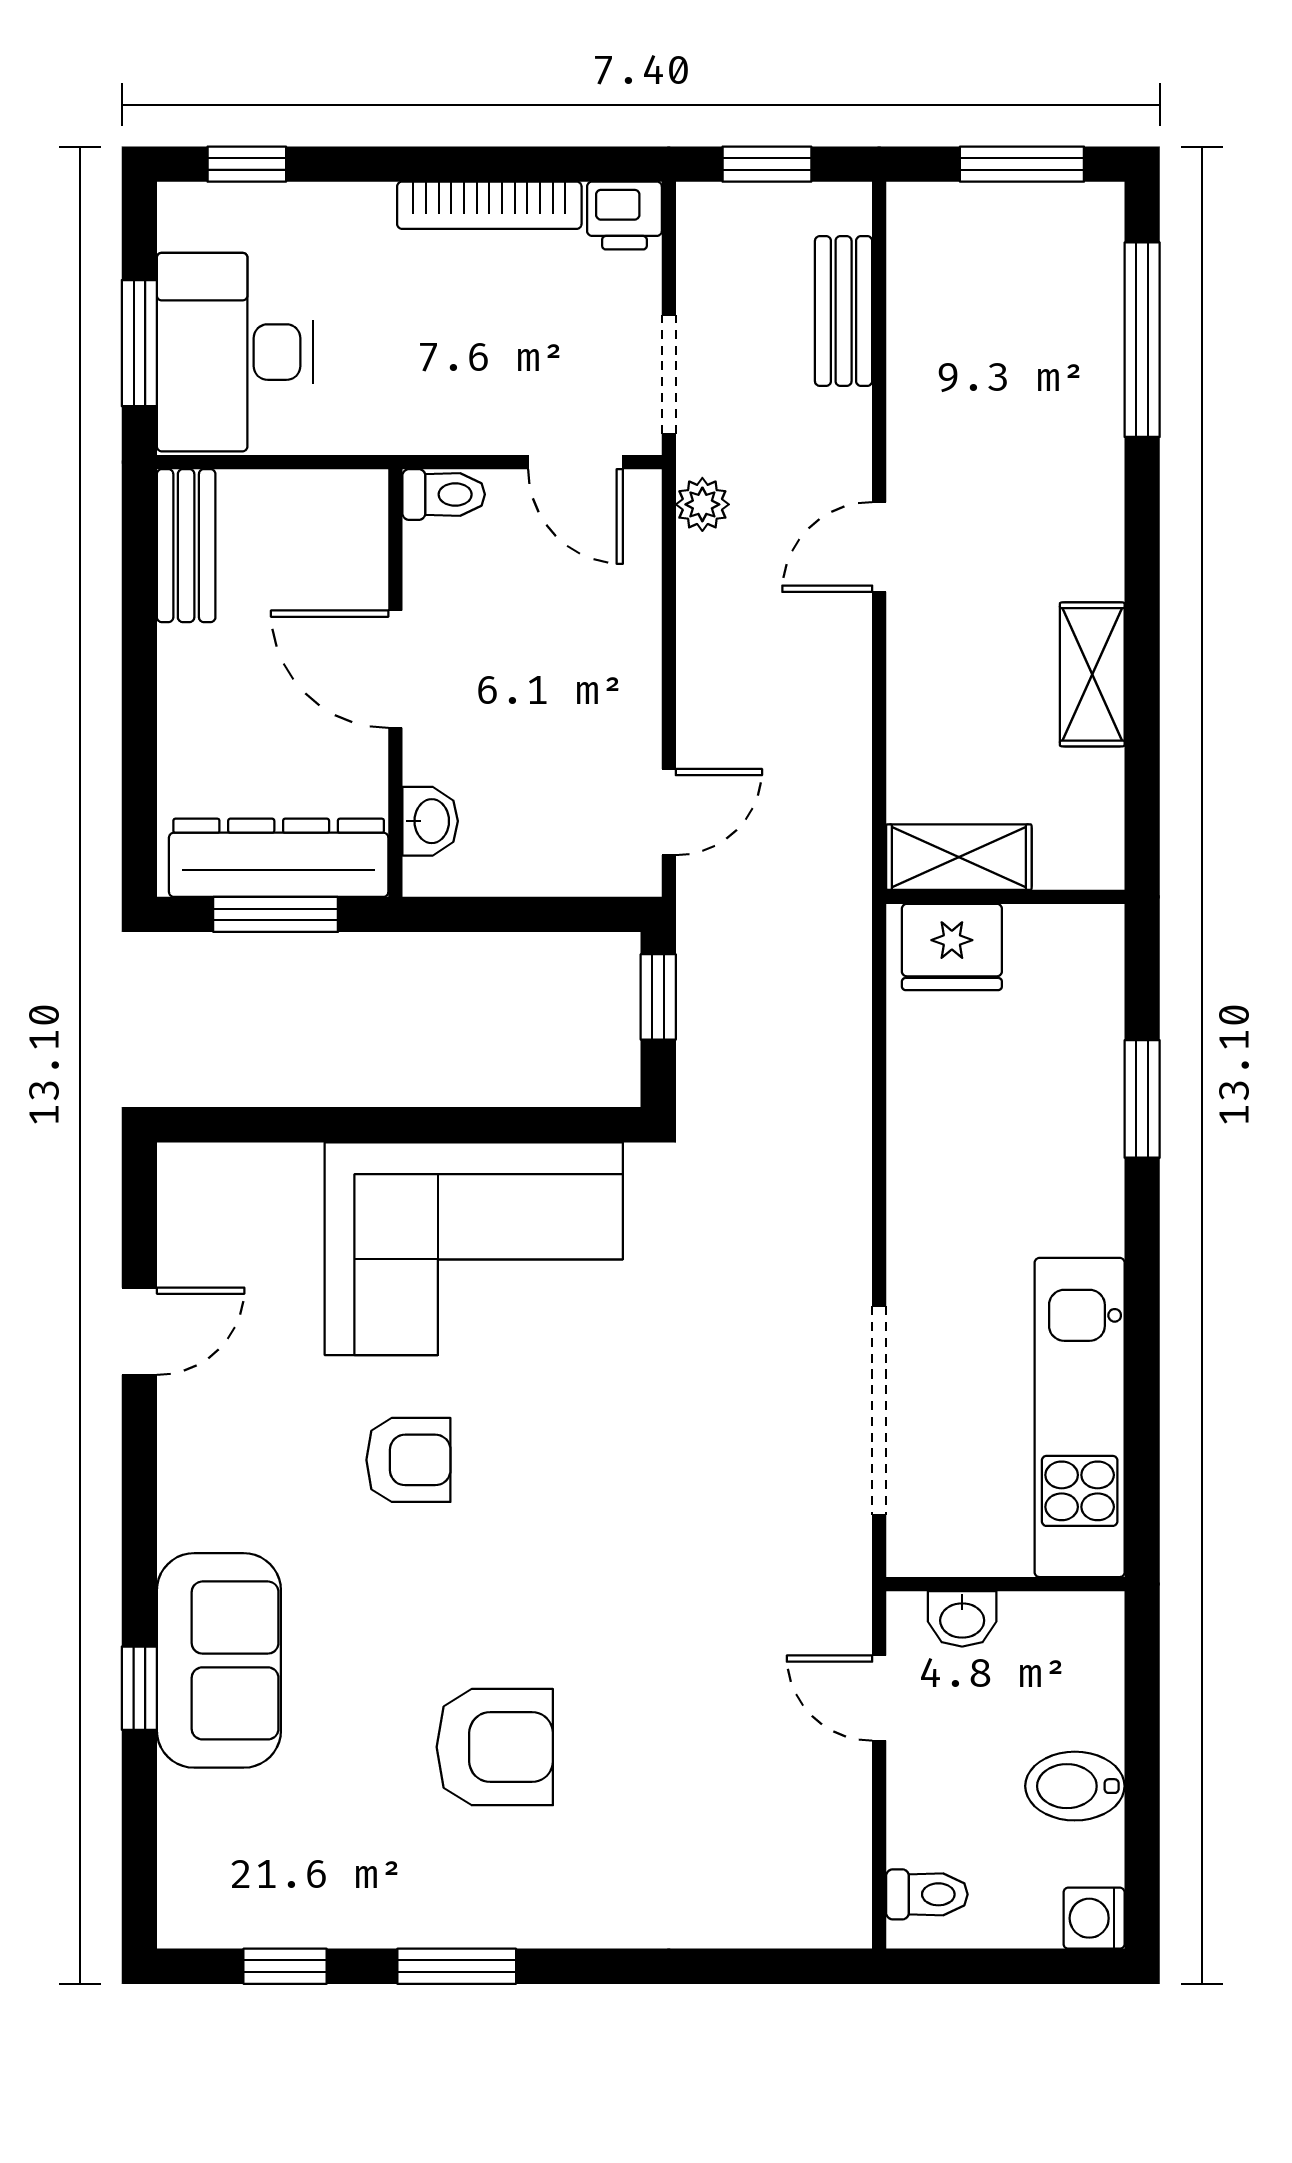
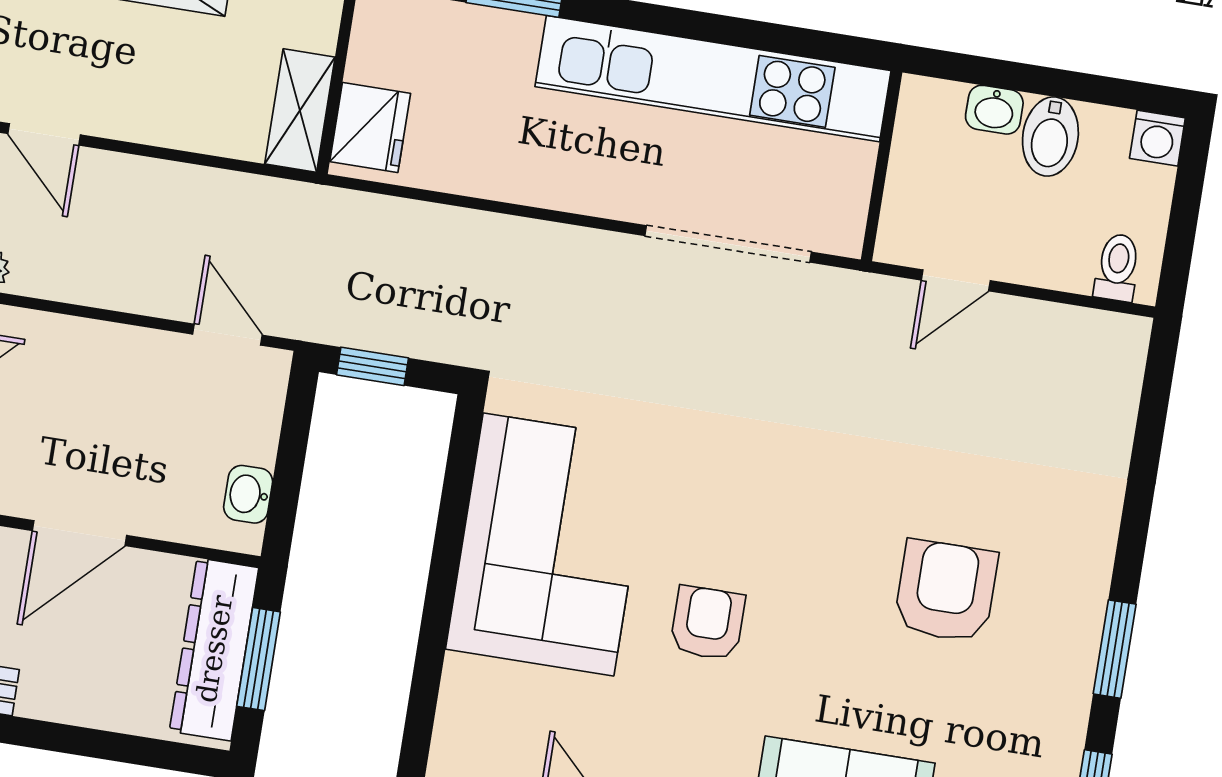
washbasin: (430, 821) -> (248, 494), moved, turned -90
kitchen unit: (1080, 1417) -> (713, 79), width x1.36
washbasin: (962, 1619) -> (994, 110), moved, turned 90

